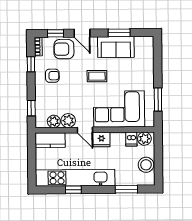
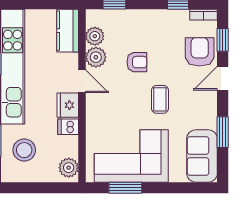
sofa: (116, 47) -> (202, 156), moved
armchair: (52, 76) -> (137, 62), moved, turned -90
corner sofa: (119, 109) -> (131, 156), moved, turned -90
door: (85, 130) -> (82, 81), swing flipped
dishwasher: (131, 139) -> (68, 127), moved
stool: (146, 165) -> (24, 150), moved

